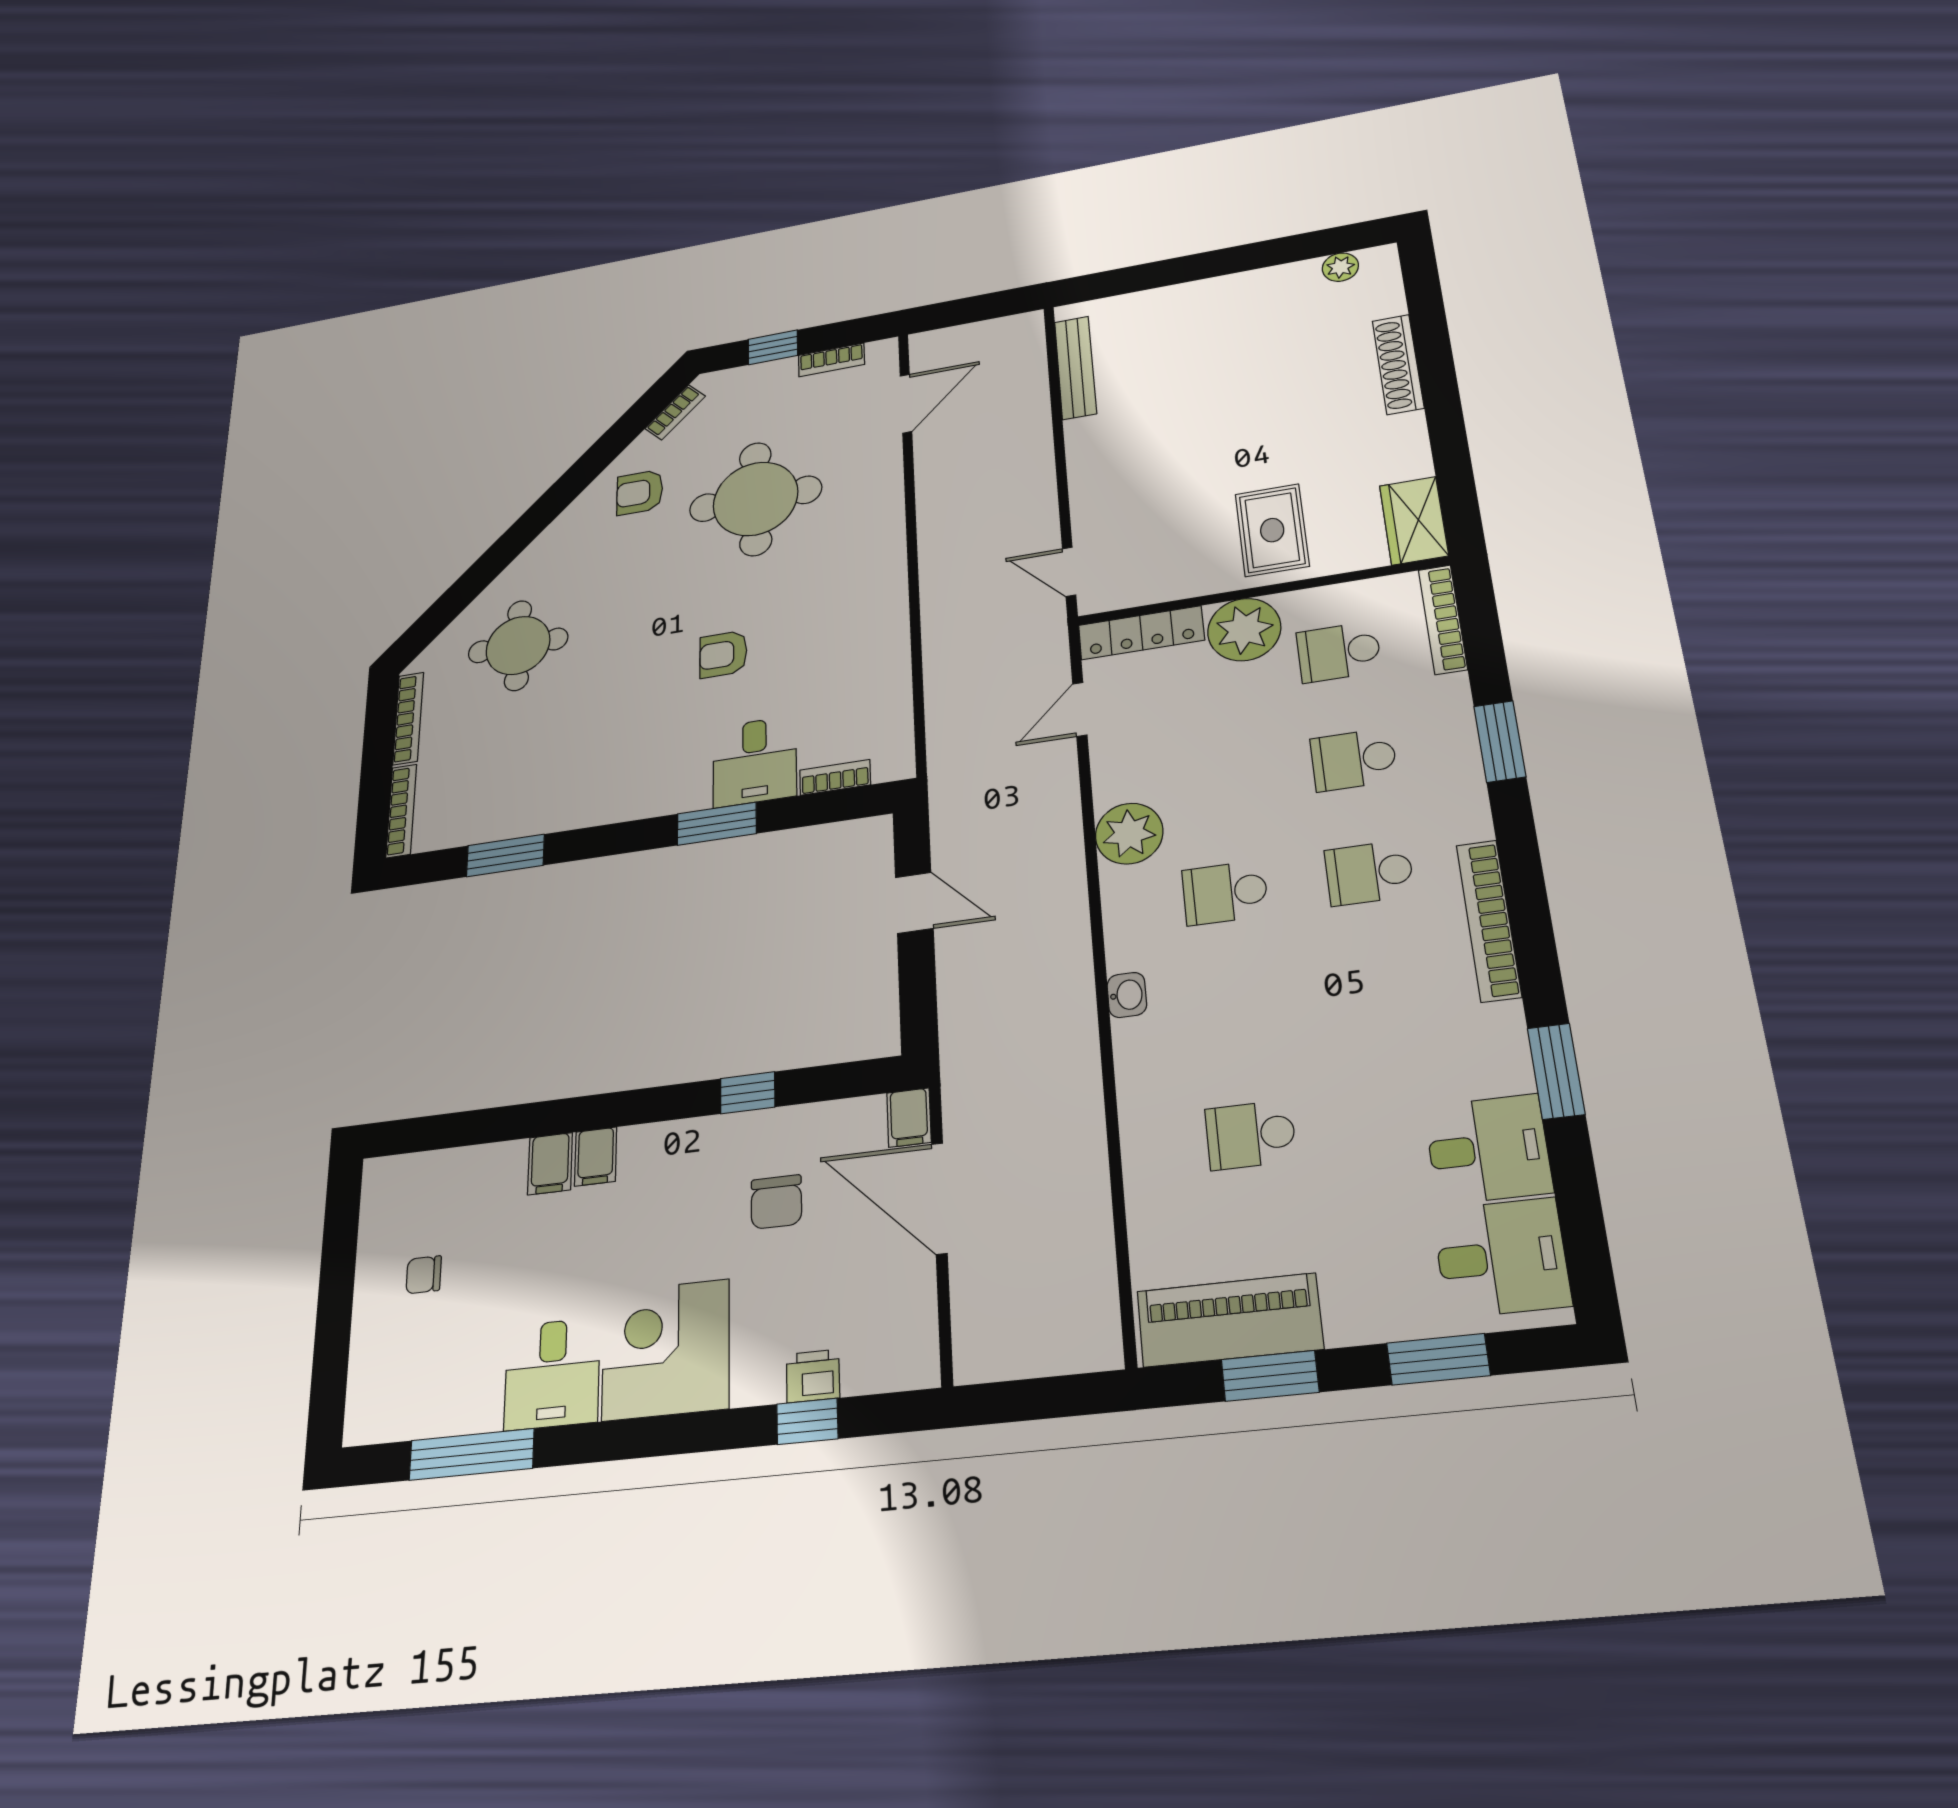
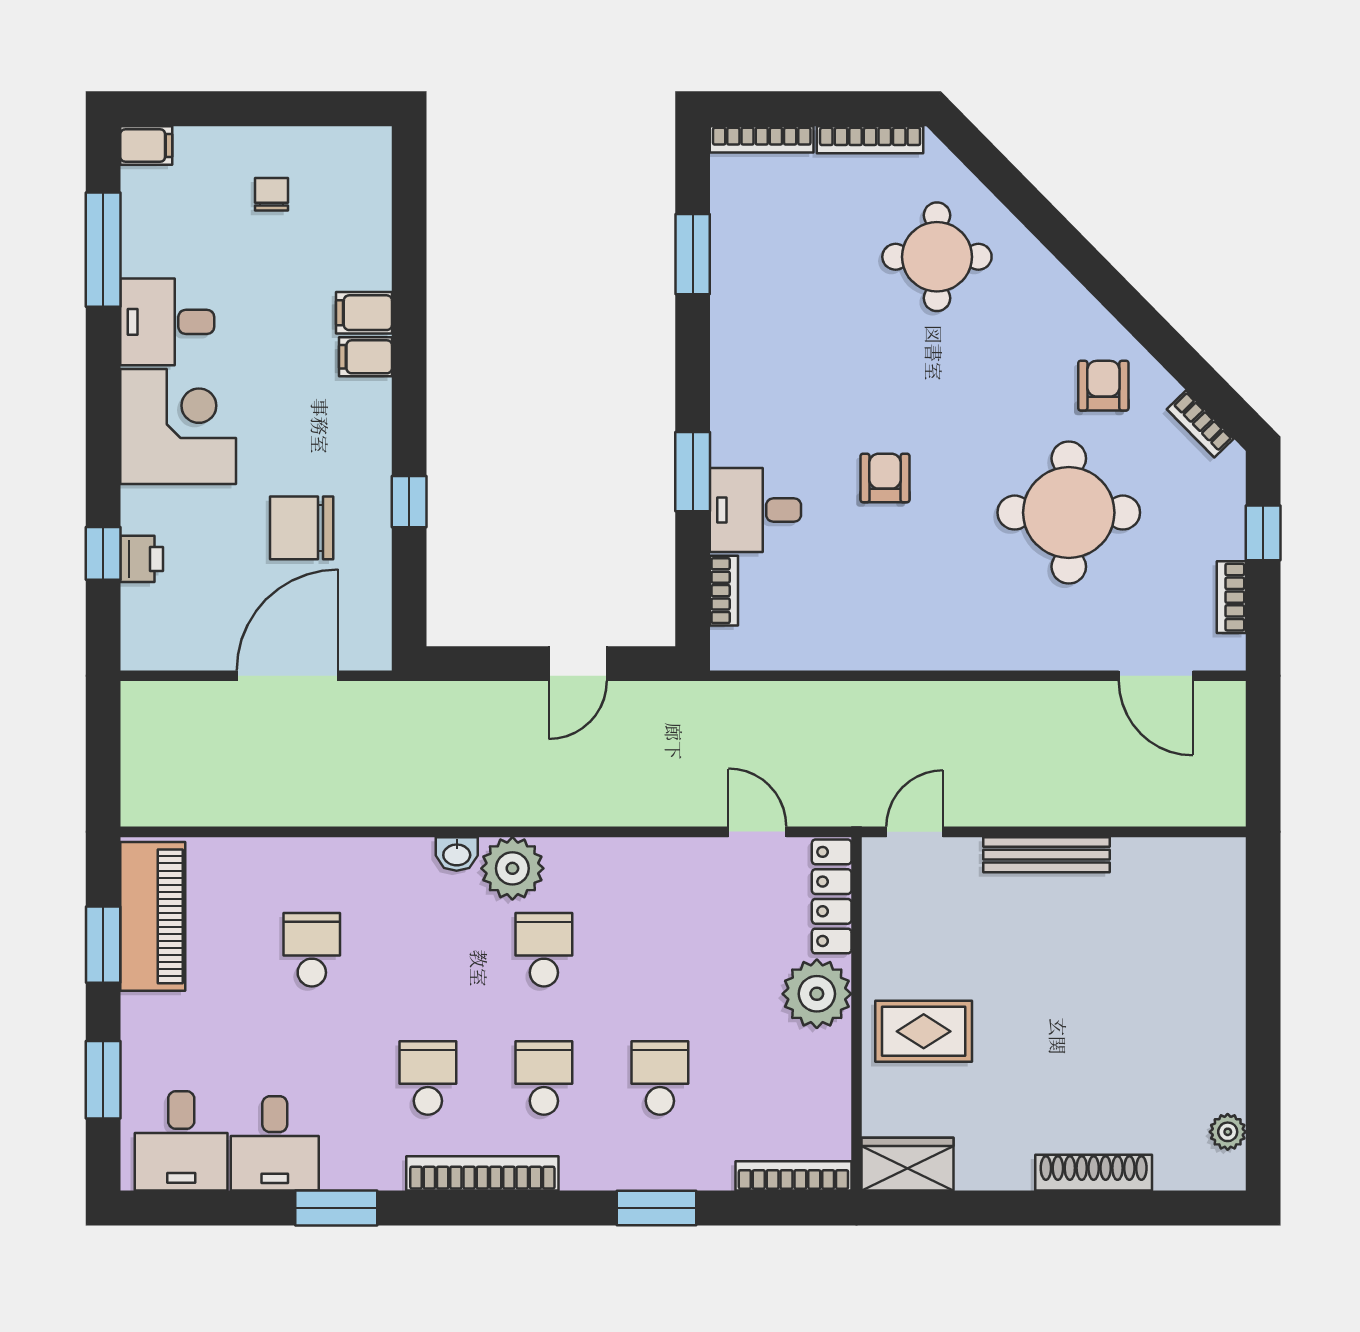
bench: (1075, 368) -> (1046, 855), moved
school desk: (1339, 652) -> (428, 1078), moved
plant: (1129, 834) -> (512, 868), moved
filing cabinet: (909, 1118) -> (146, 146), moved, turned 180
chair: (776, 1202) -> (302, 528), width x1.37, depth x1.37

